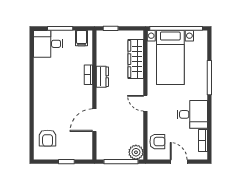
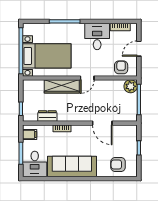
wardrobe: (136, 59) -> (62, 86), moved
dresser: (102, 77) -> (47, 116), moved
sofa: (45, 86) -> (72, 166), added
armchair: (48, 138) -> (118, 165), turned 180

